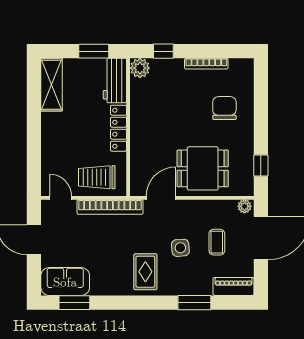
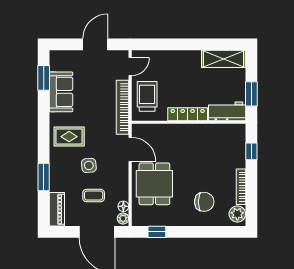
plant: (140, 68) -> (237, 214), moved
floor lamp: (230, 206) -> (123, 206), added
sofa: (65, 282) -> (61, 92), moved

